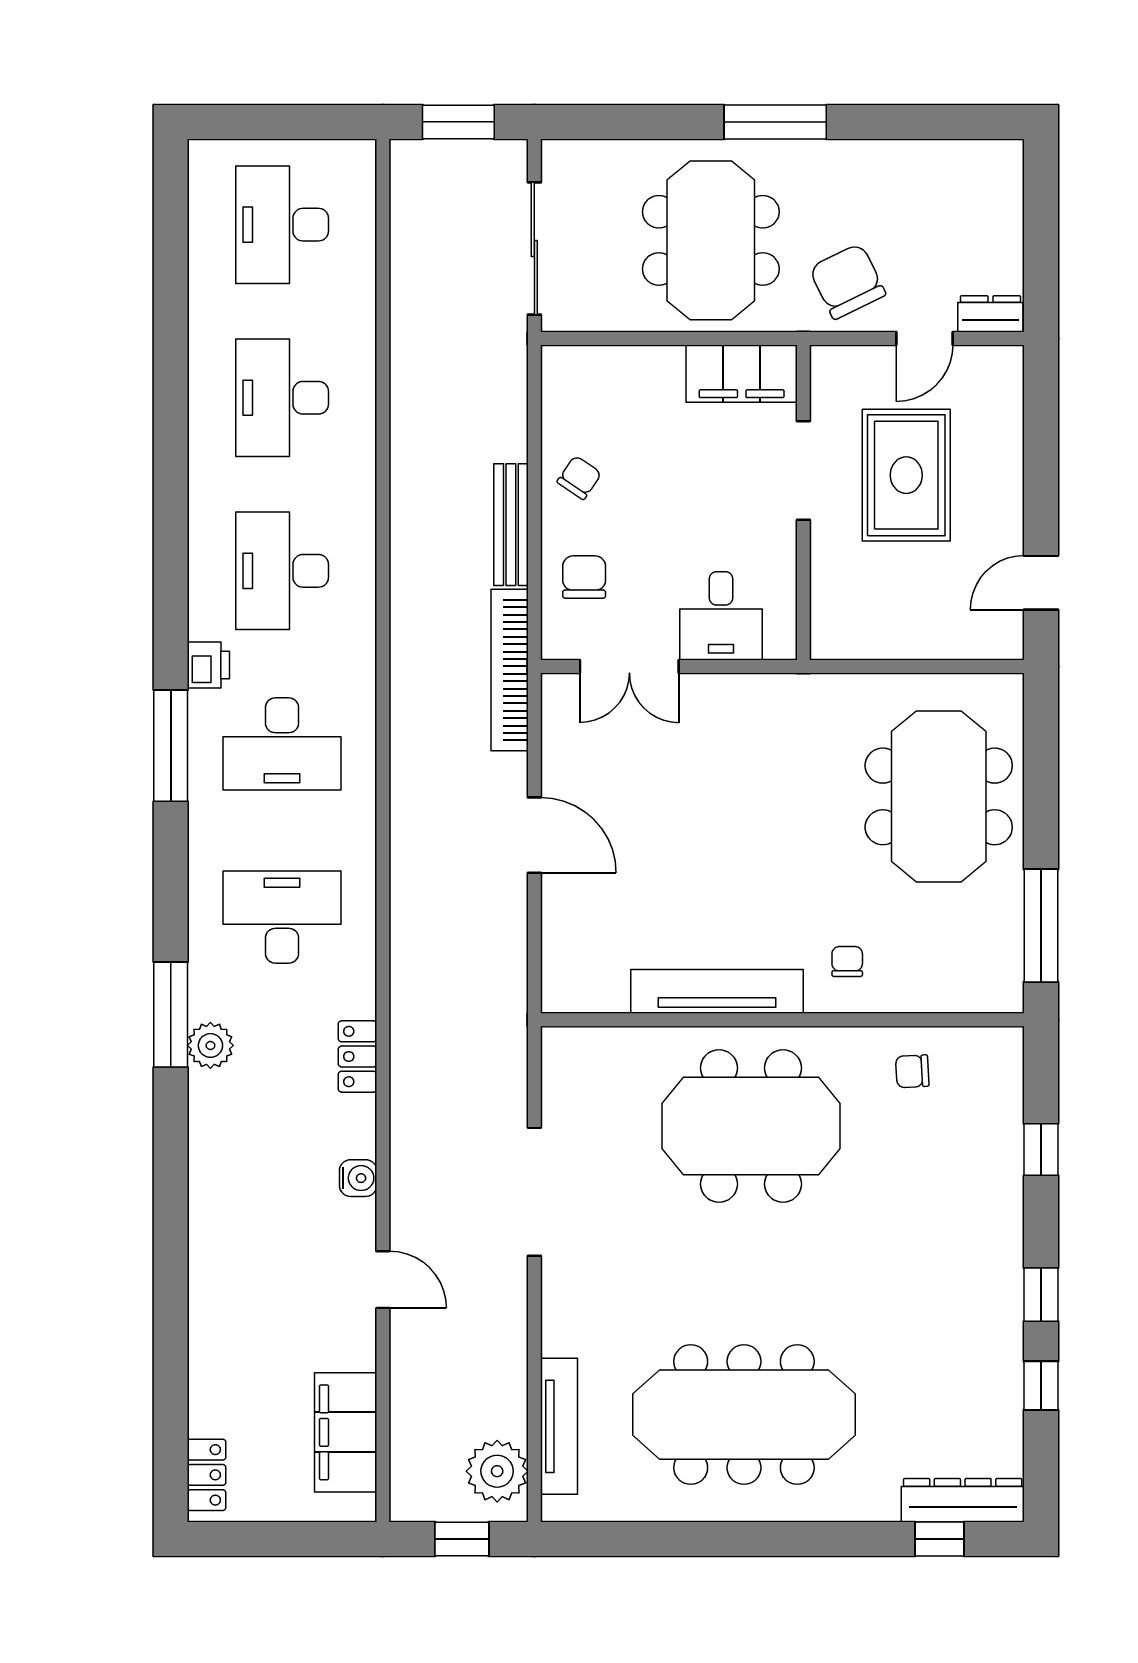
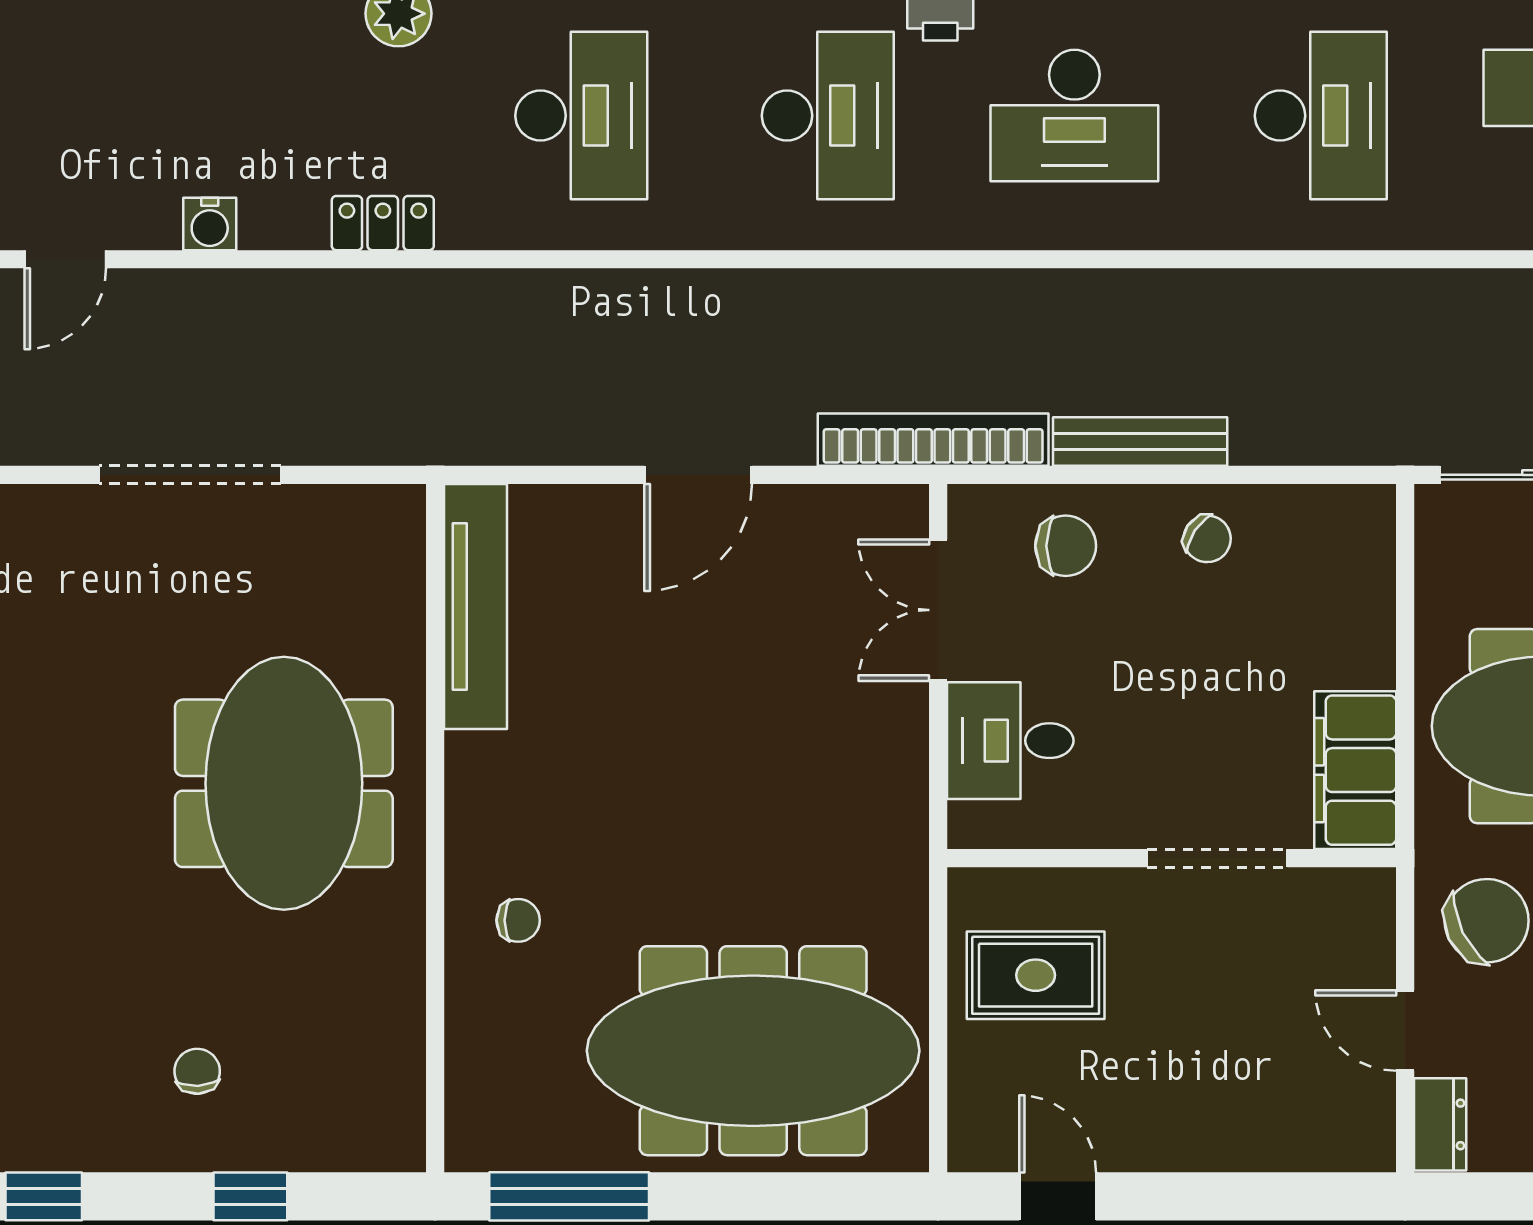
desk: (282, 398) -> (1321, 116), turned 90
rug: (906, 475) -> (1036, 975), moved, width x0.73, depth x0.70
desk: (282, 571) -> (1074, 116), turned 180
desk: (282, 744) -> (828, 116), turned 180
meeting table: (939, 796) -> (753, 1051), width x1.36
tv unit: (717, 991) -> (476, 606), moved
chair: (912, 1071) -> (197, 1071), moved

